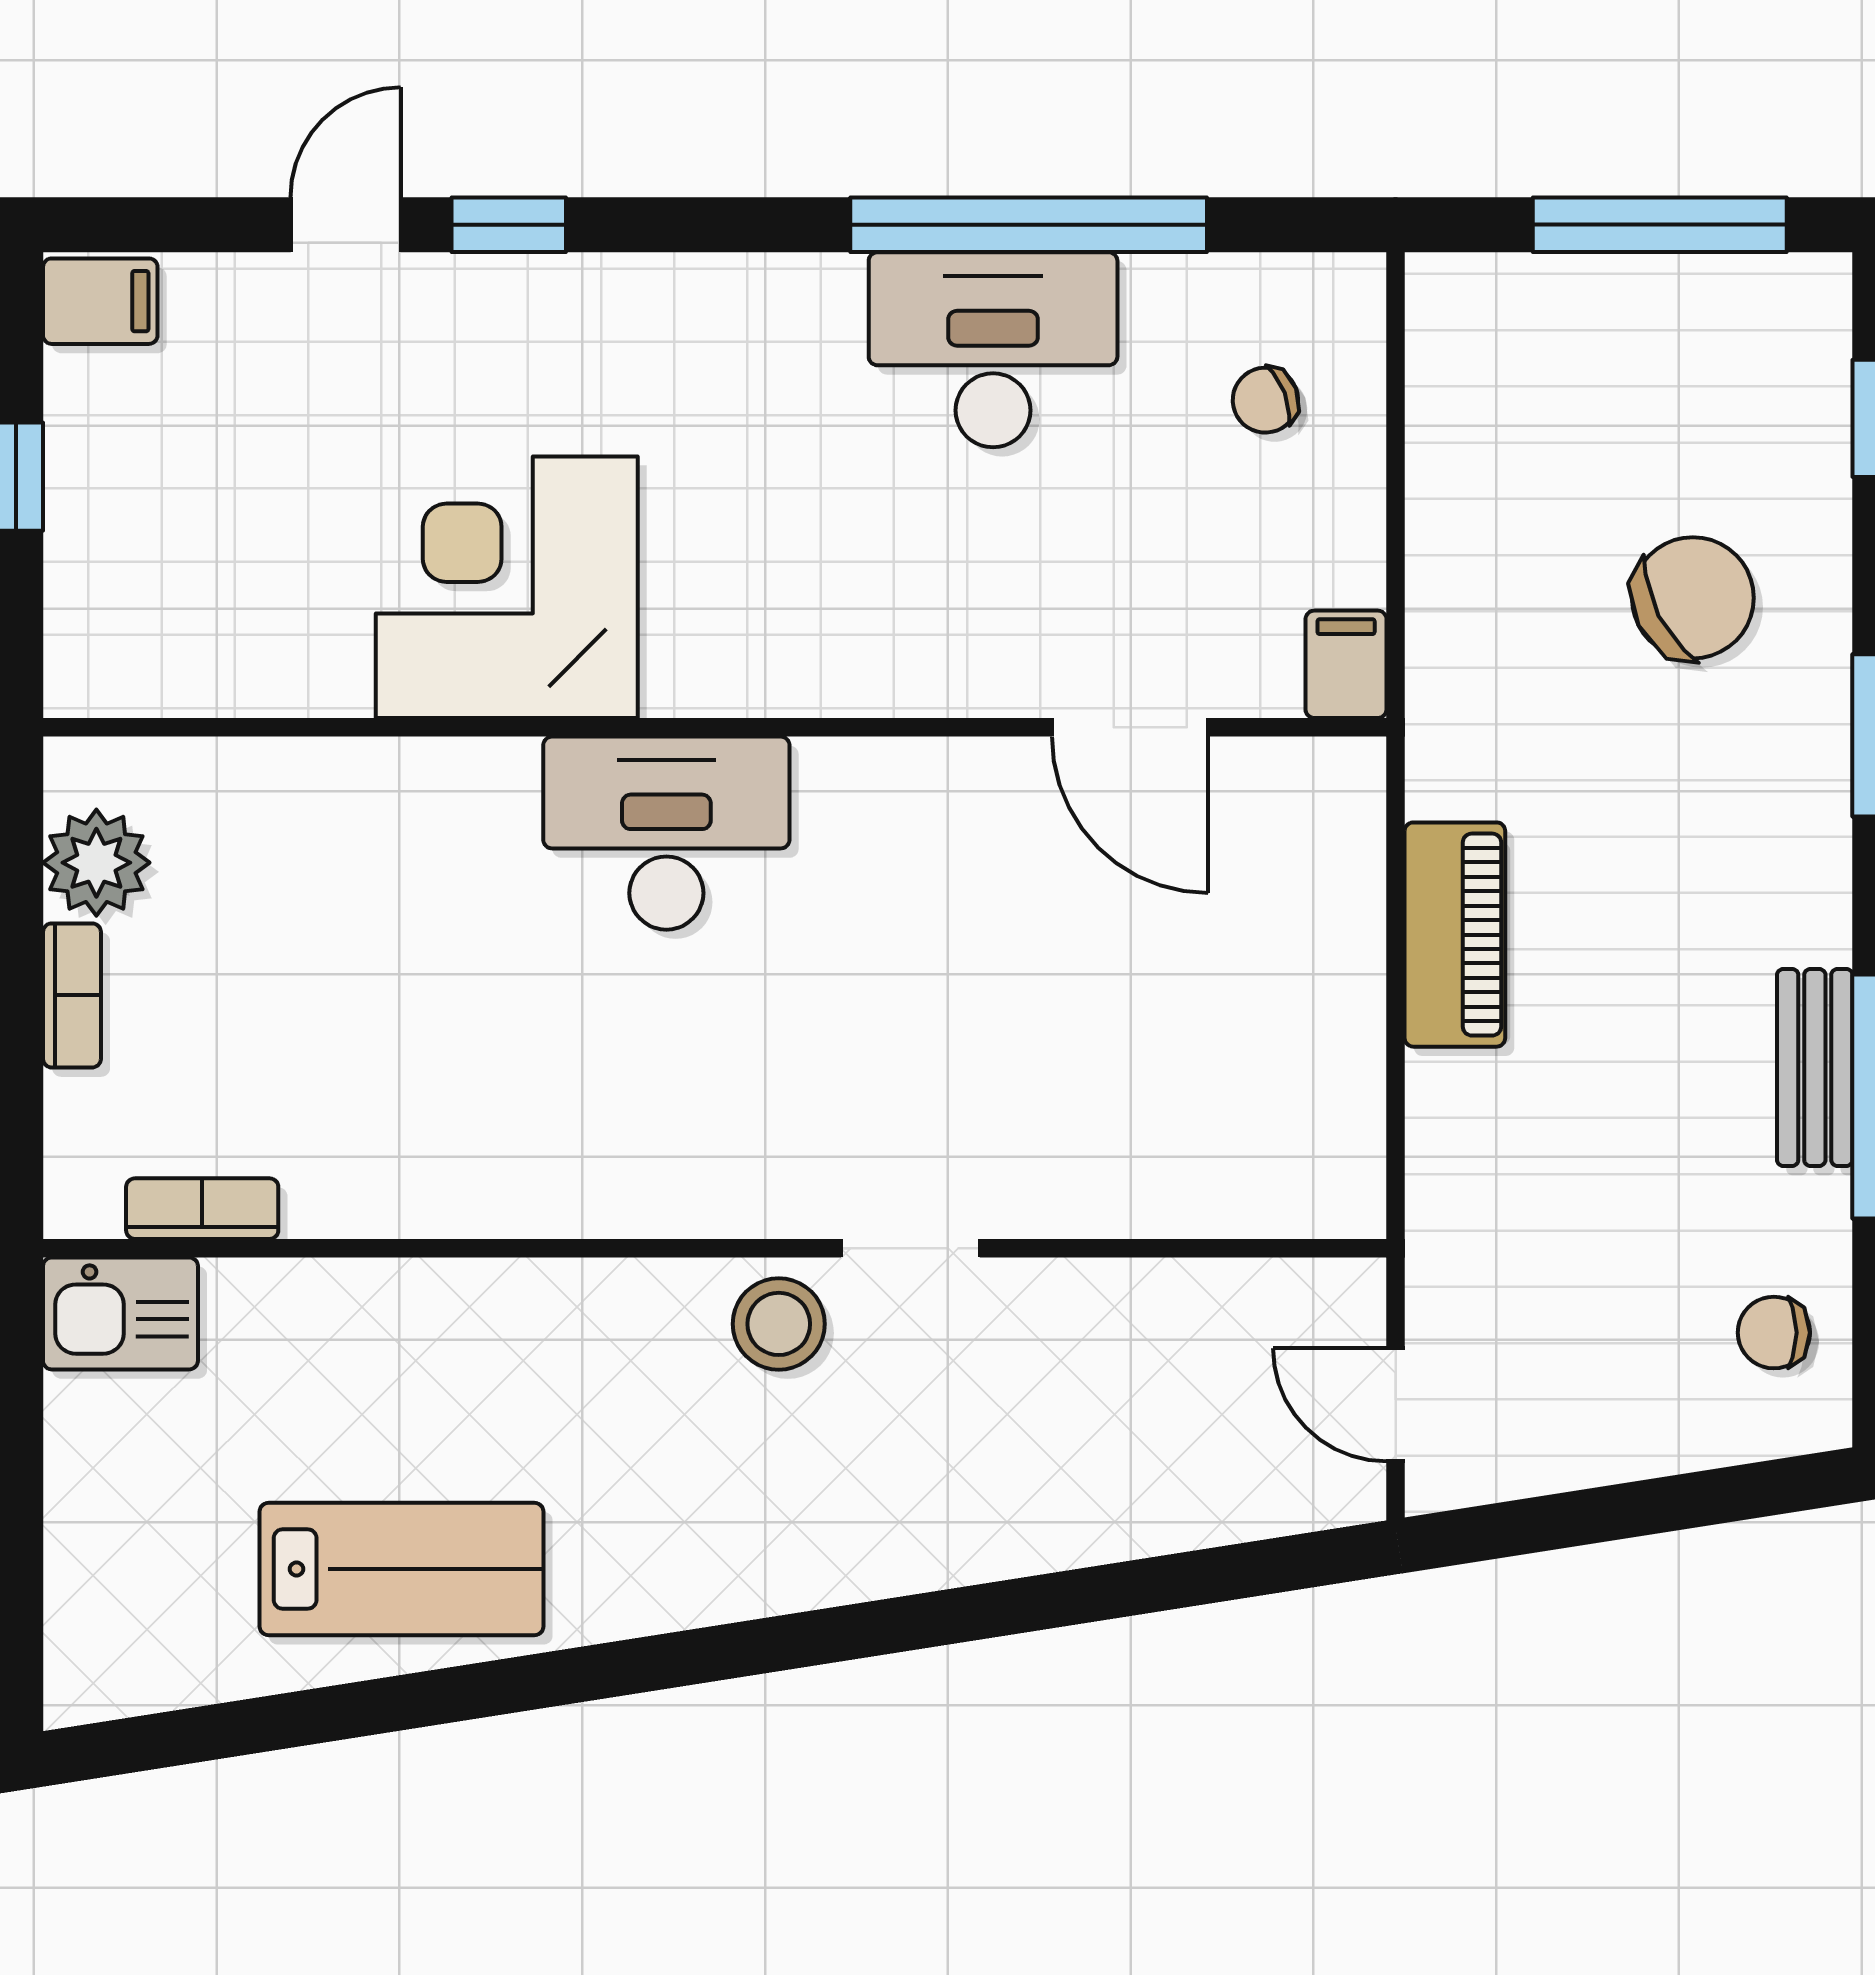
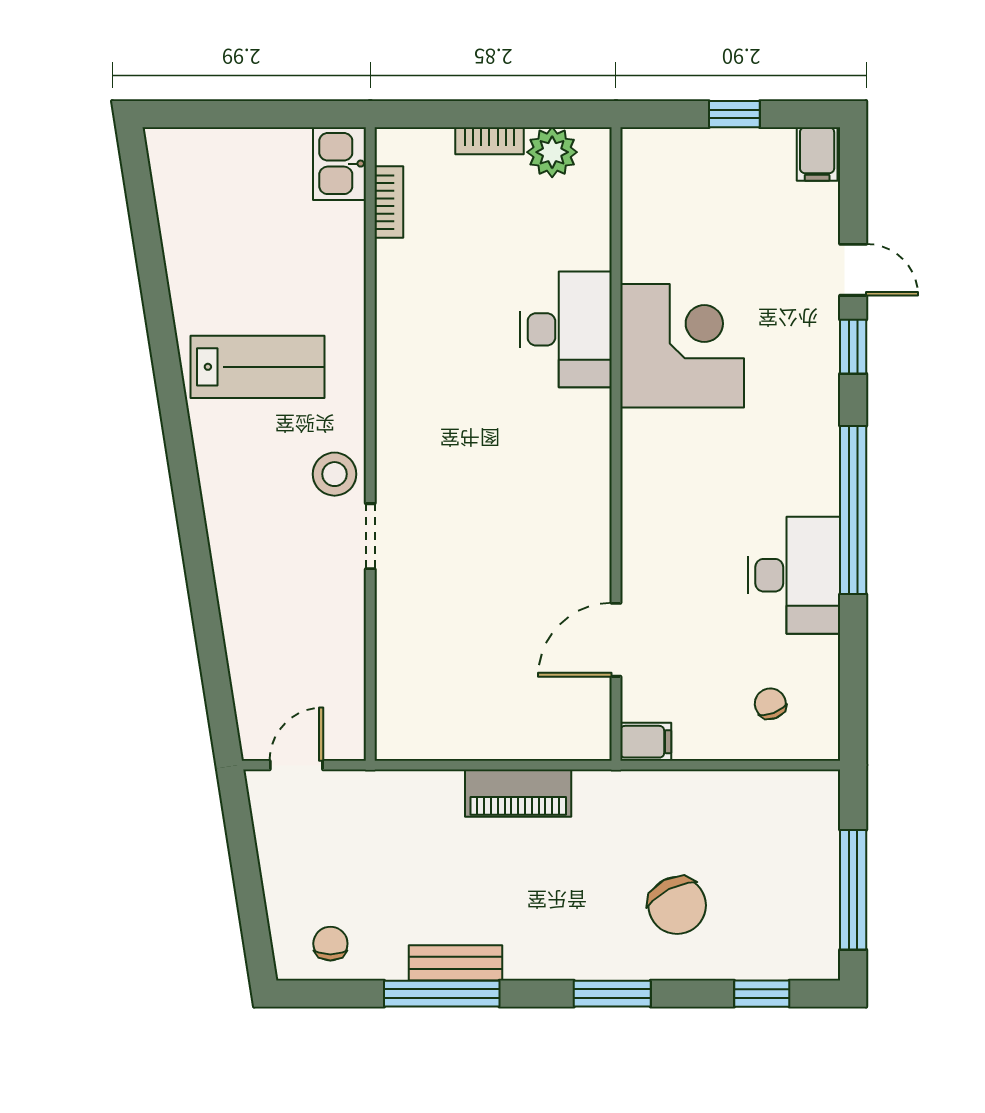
window: (1029, 225) -> (853, 510), moved
desk: (666, 833) -> (566, 329), moved
lab bench: (402, 1569) -> (257, 367), moved, turned -90

